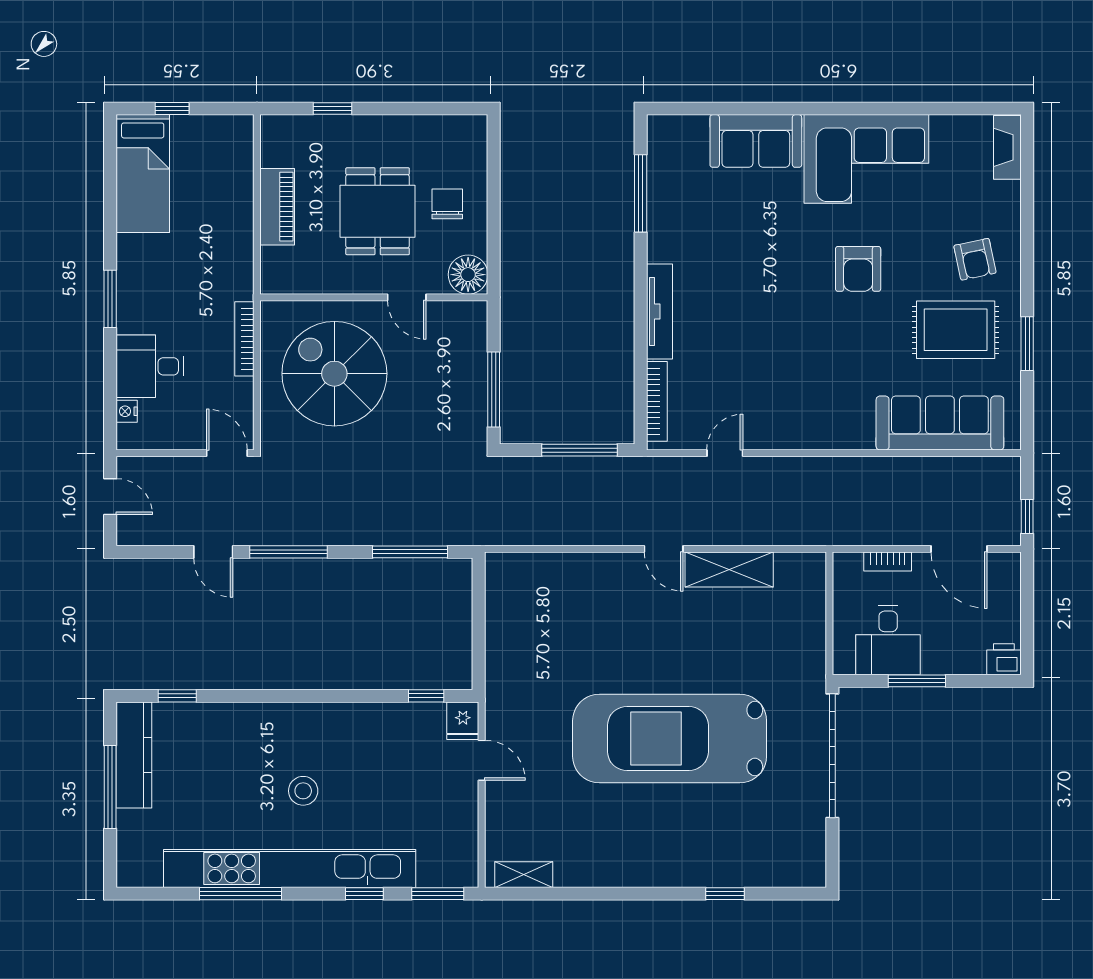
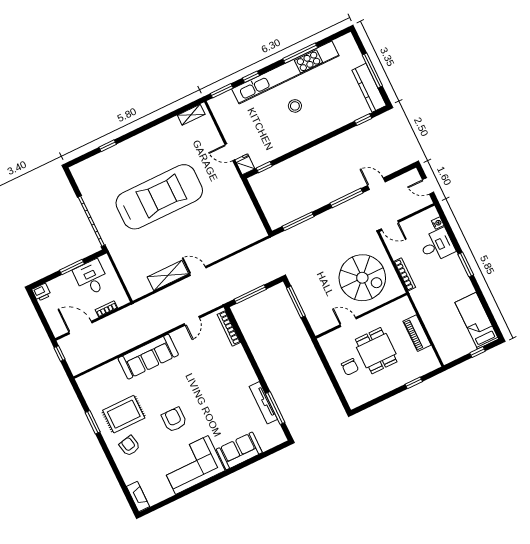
floor lamp: (468, 275) -> (328, 343), removed
tv unit: (659, 312) -> (263, 403), moved
sofa: (940, 423) -> (148, 357), moved

